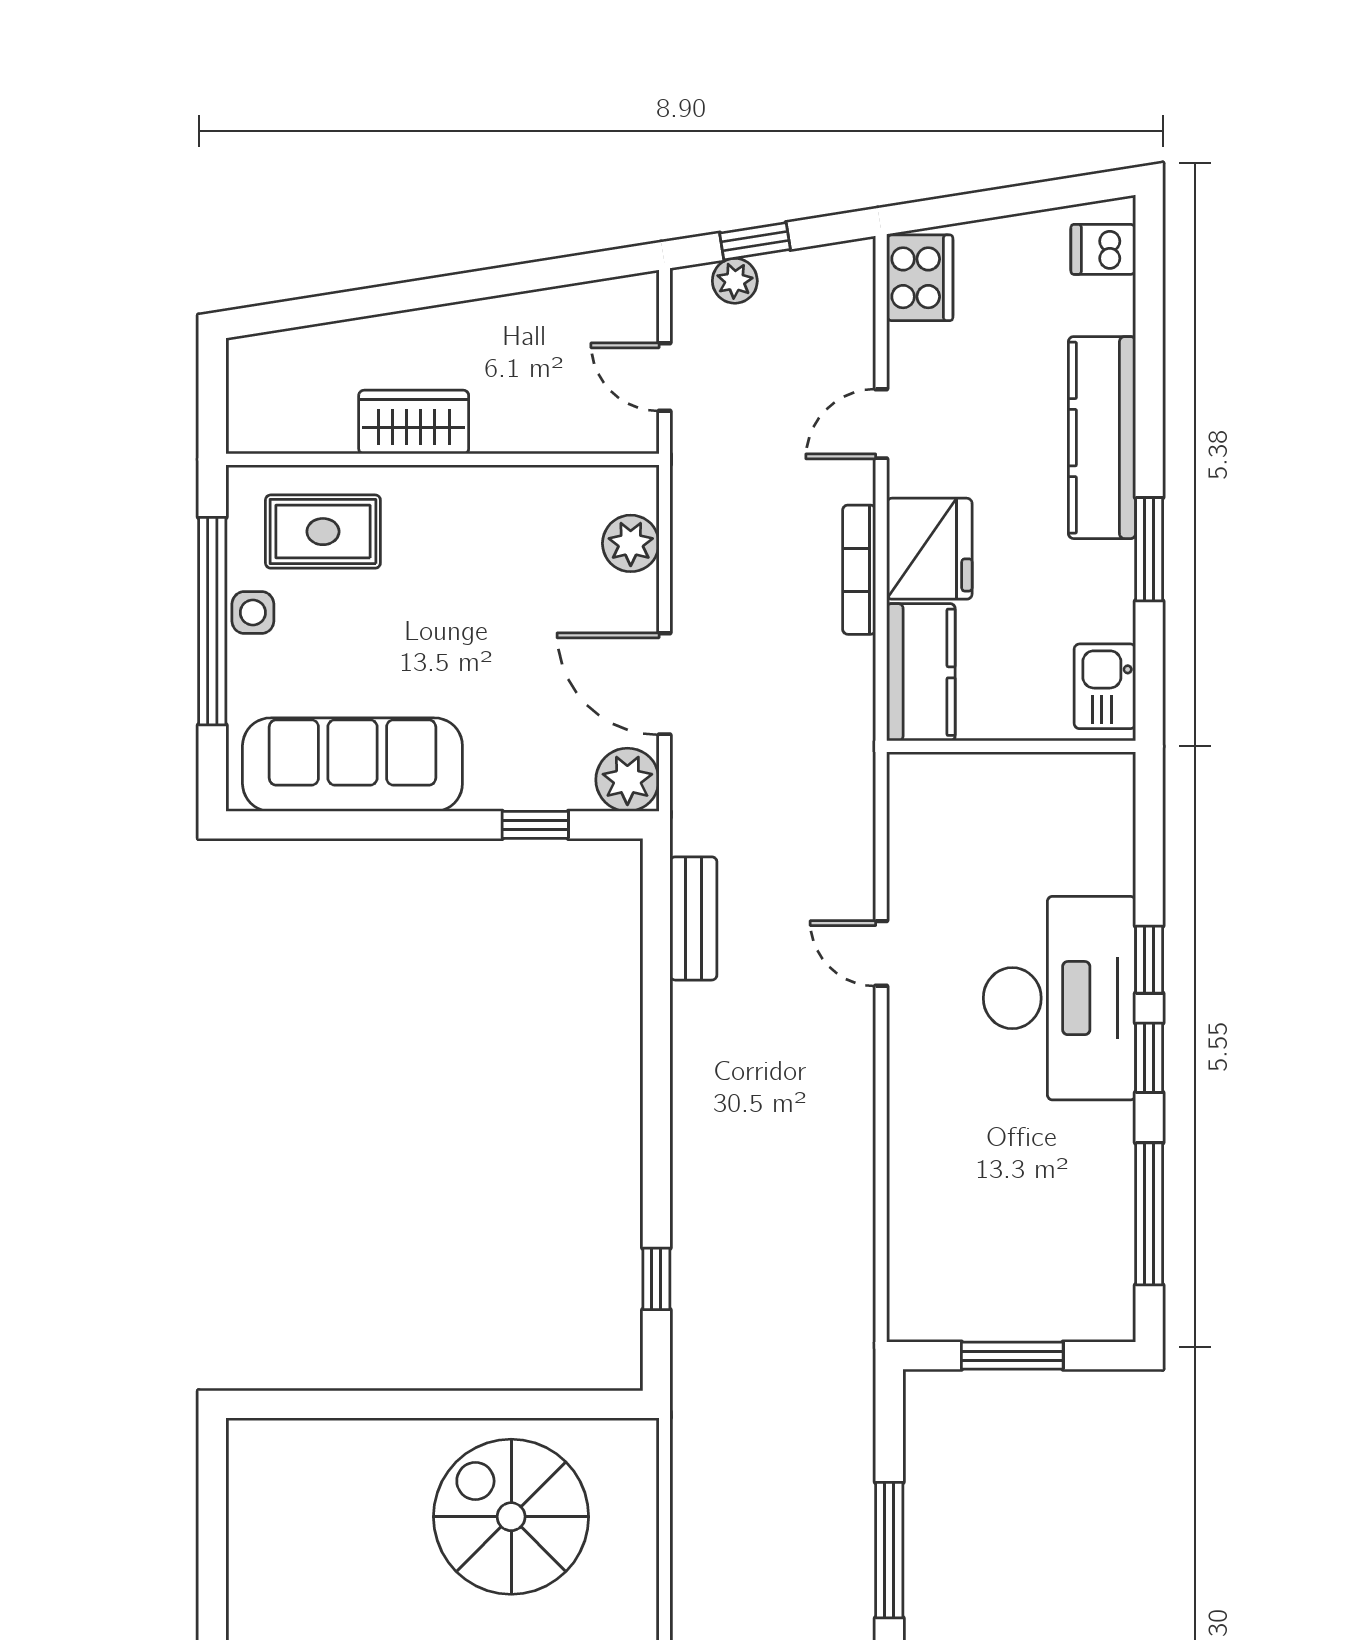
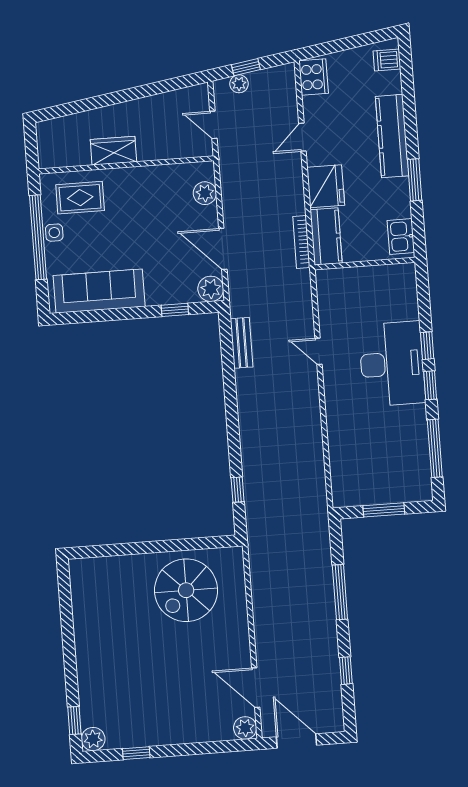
bookcase: (859, 570) -> (301, 242), moved
spiral stairs: (511, 1517) -> (186, 590), turned -90

